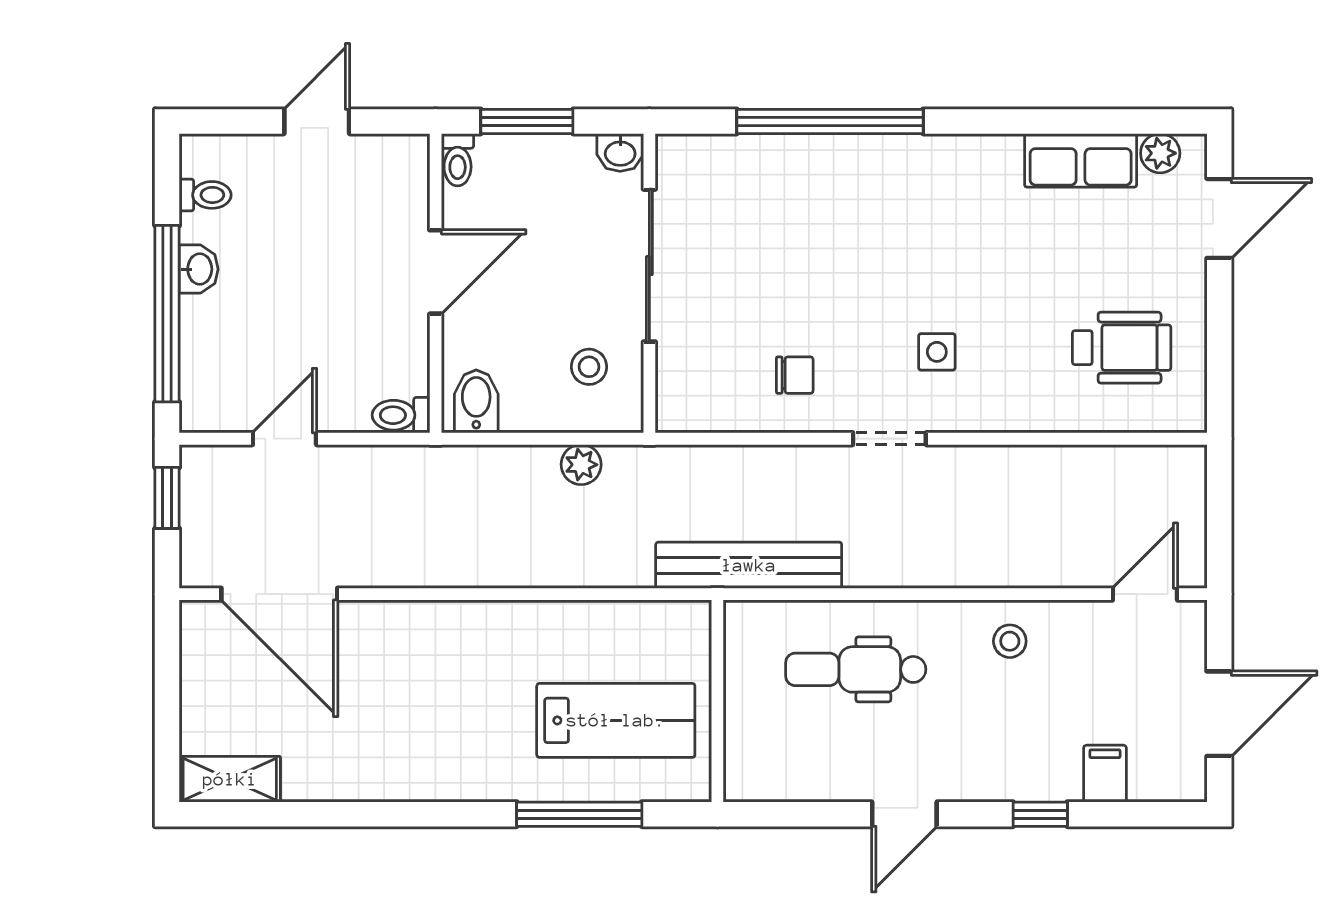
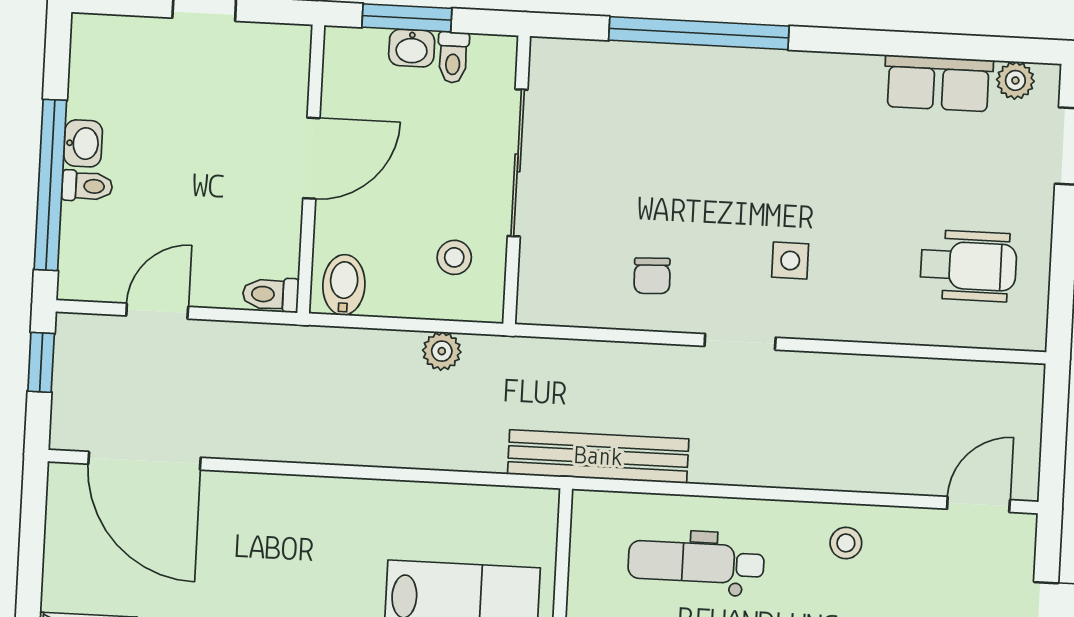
washbasin: (620, 153) -> (412, 48), moved
toilet: (458, 160) -> (453, 57), moved
toilet: (205, 195) -> (87, 186), moved
chair: (795, 375) -> (652, 276), turned 88

